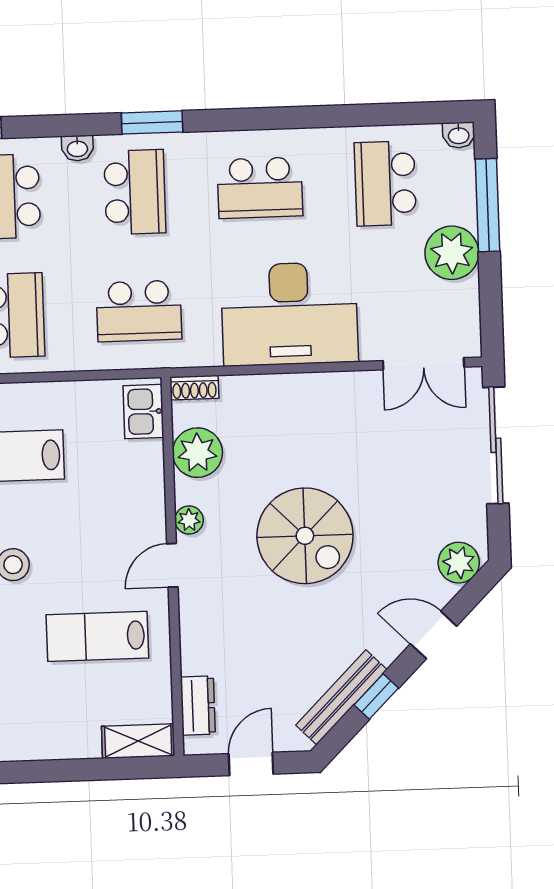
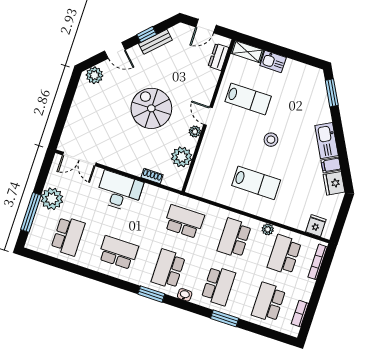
washbasin: (459, 135) -> (32, 244), removed
desk: (289, 314) -> (119, 191), width x0.73, depth x0.77
double door: (424, 364) -> (79, 159), swing flipped
shoe rack: (194, 388) -> (152, 176), moved
kitchen sink: (143, 412) -> (273, 62), moved, turned 90
sliding door: (496, 445) -> (63, 116), removed
door: (172, 565) -> (208, 116), swing flipped
bench: (341, 697) -> (155, 42), width x0.73

